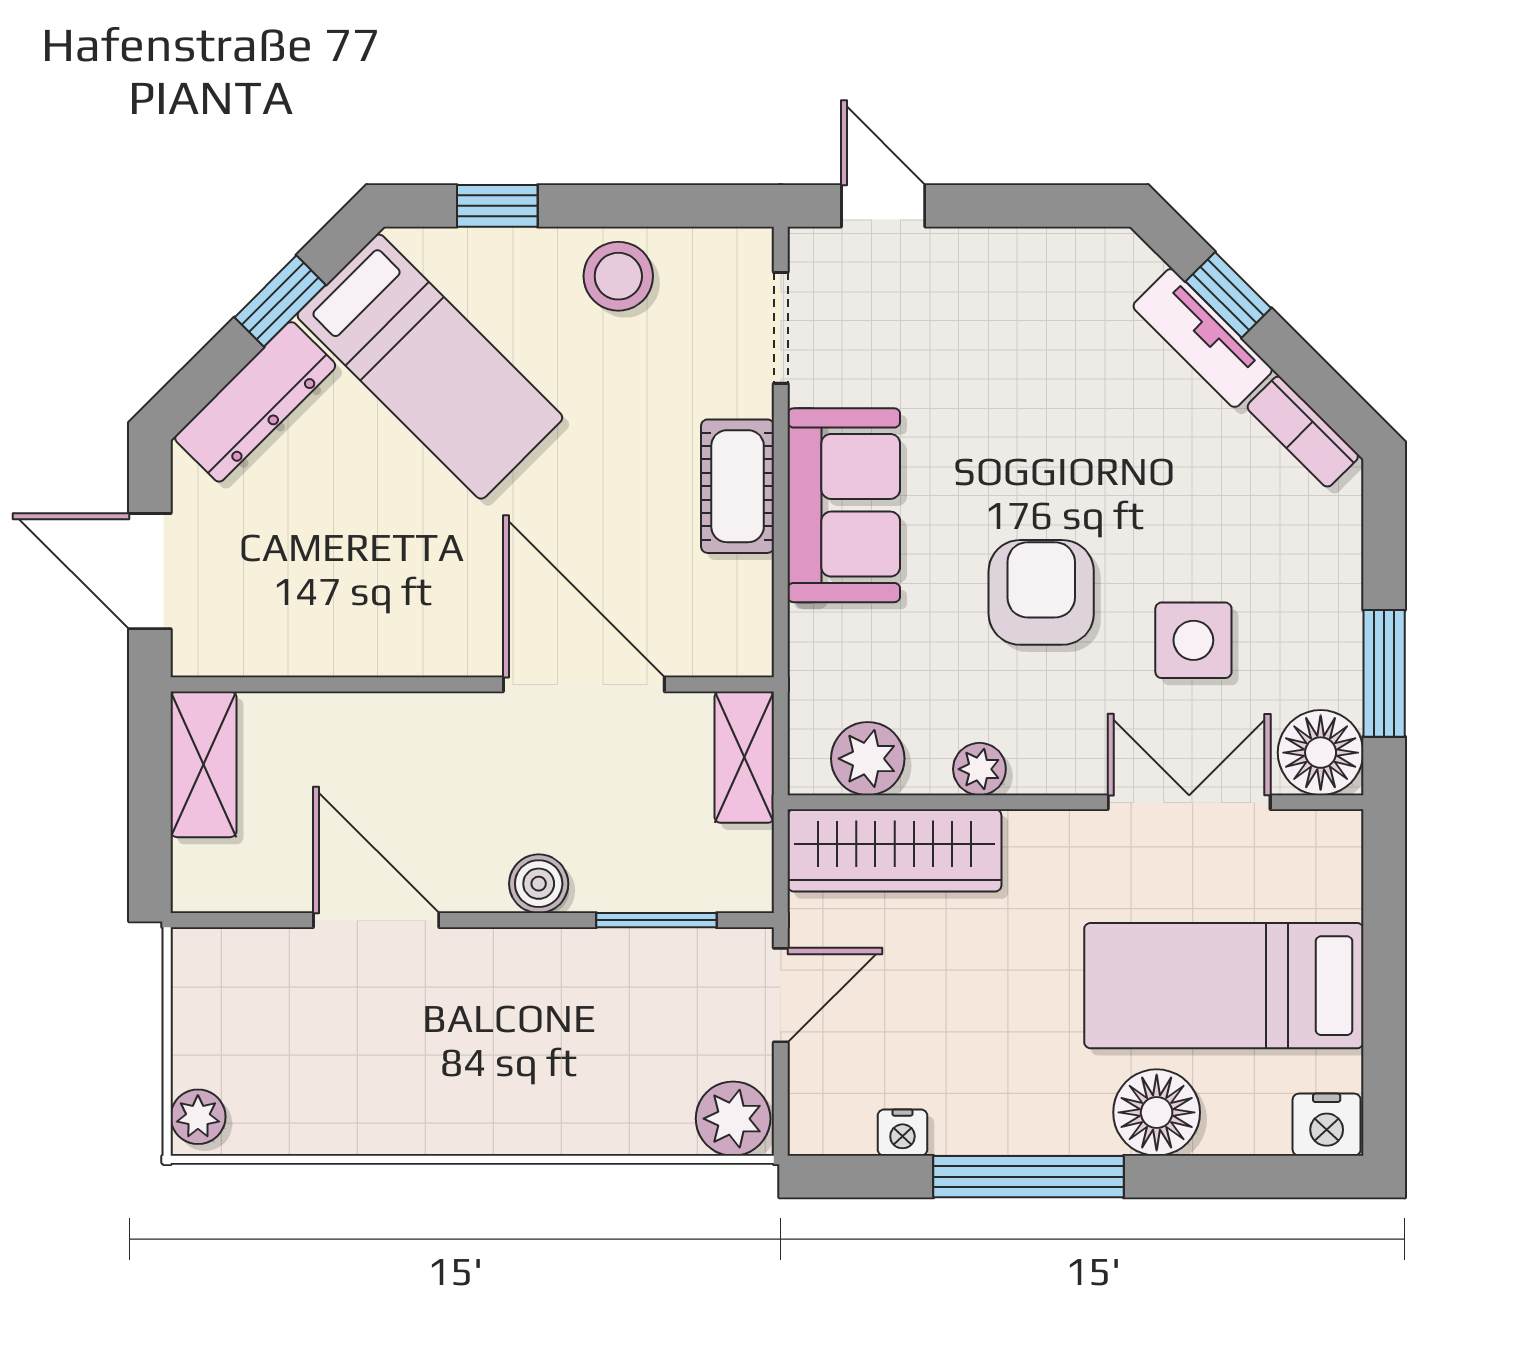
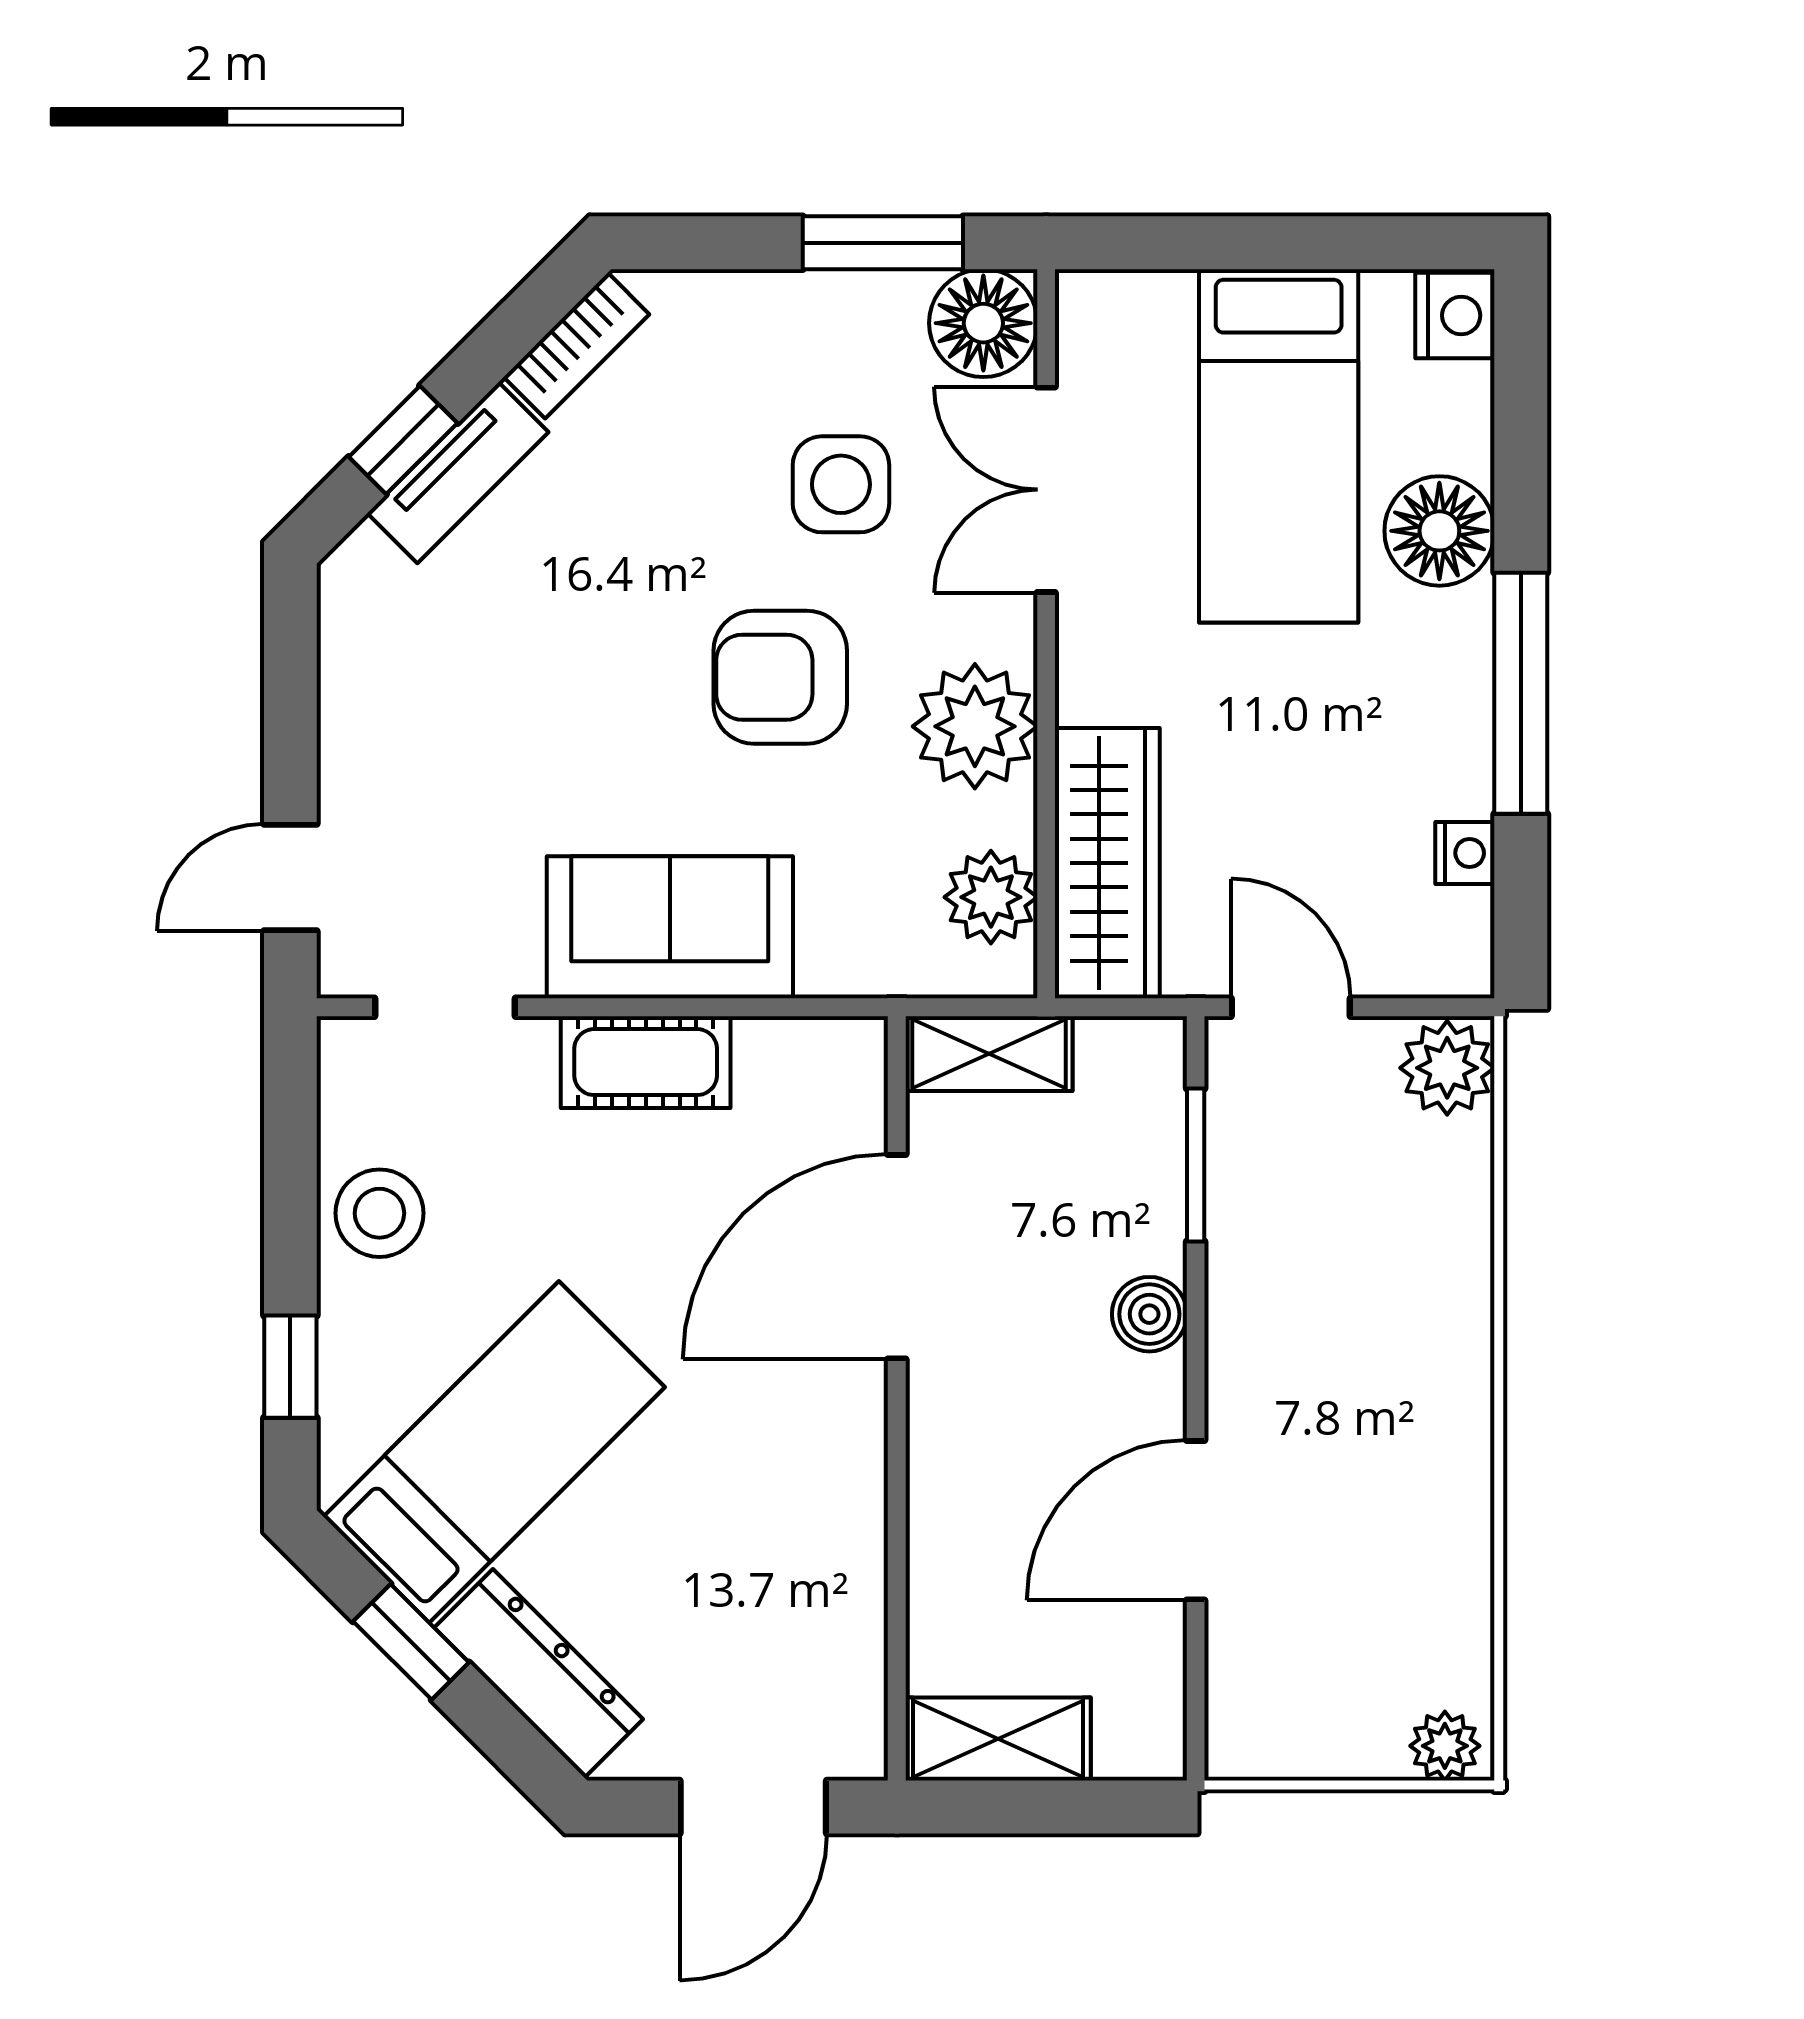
plant: (979, 769) -> (975, 726), width x1.87, depth x1.87

